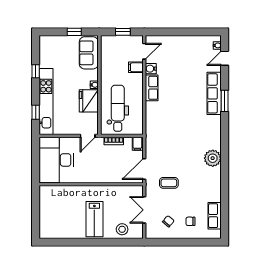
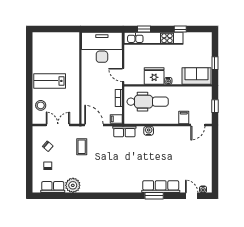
door: (144, 51) -> (198, 125), hinge flipped
water cooler: (151, 69) -> (149, 131), moved
row of seats: (152, 88) -> (124, 131), moved
plant: (213, 158) -> (73, 185), moved

